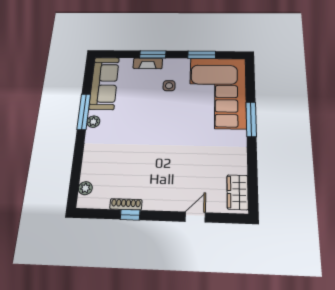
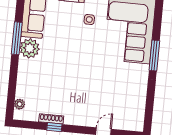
plant: (93, 122) -> (30, 48), width x1.88, depth x1.88
wardrobe: (238, 192) -> (137, 115), removed

